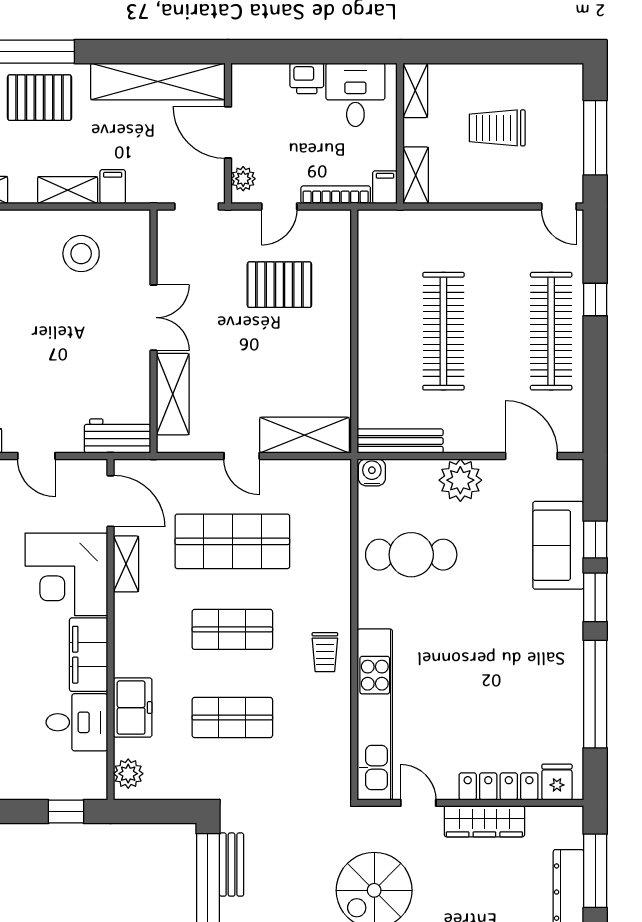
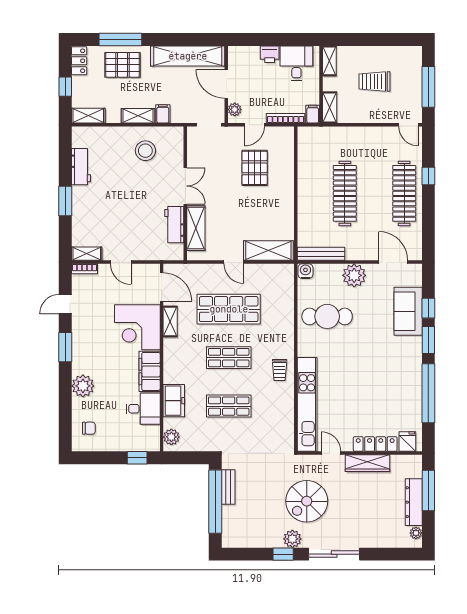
pallet: (279, 285) -> (255, 168), turned 90
workbench: (117, 436) -> (174, 225), moved, turned -90

